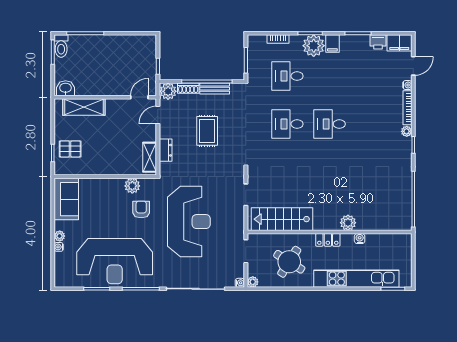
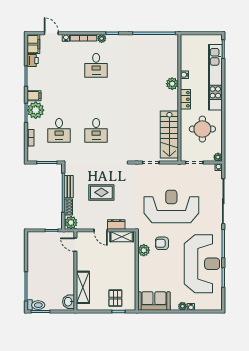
door: (158, 115) -> (101, 230), moved
desk: (330, 124) -> (96, 65), moved
round table: (289, 262) -> (202, 129), turned -32

